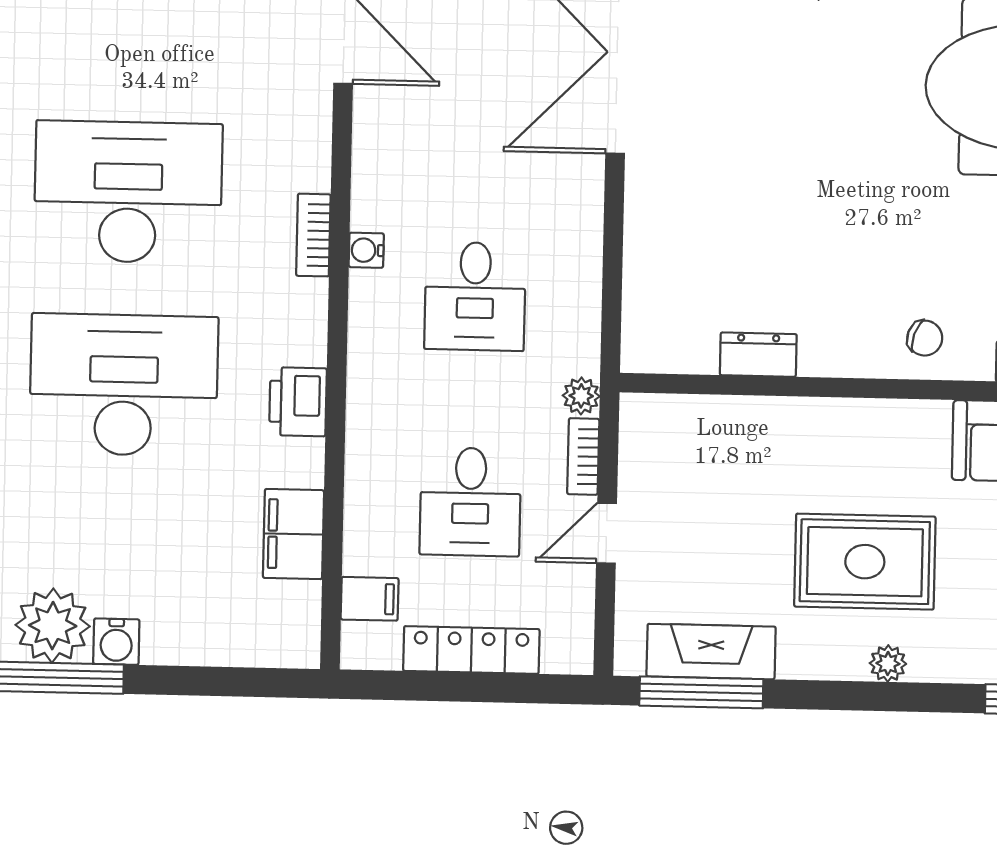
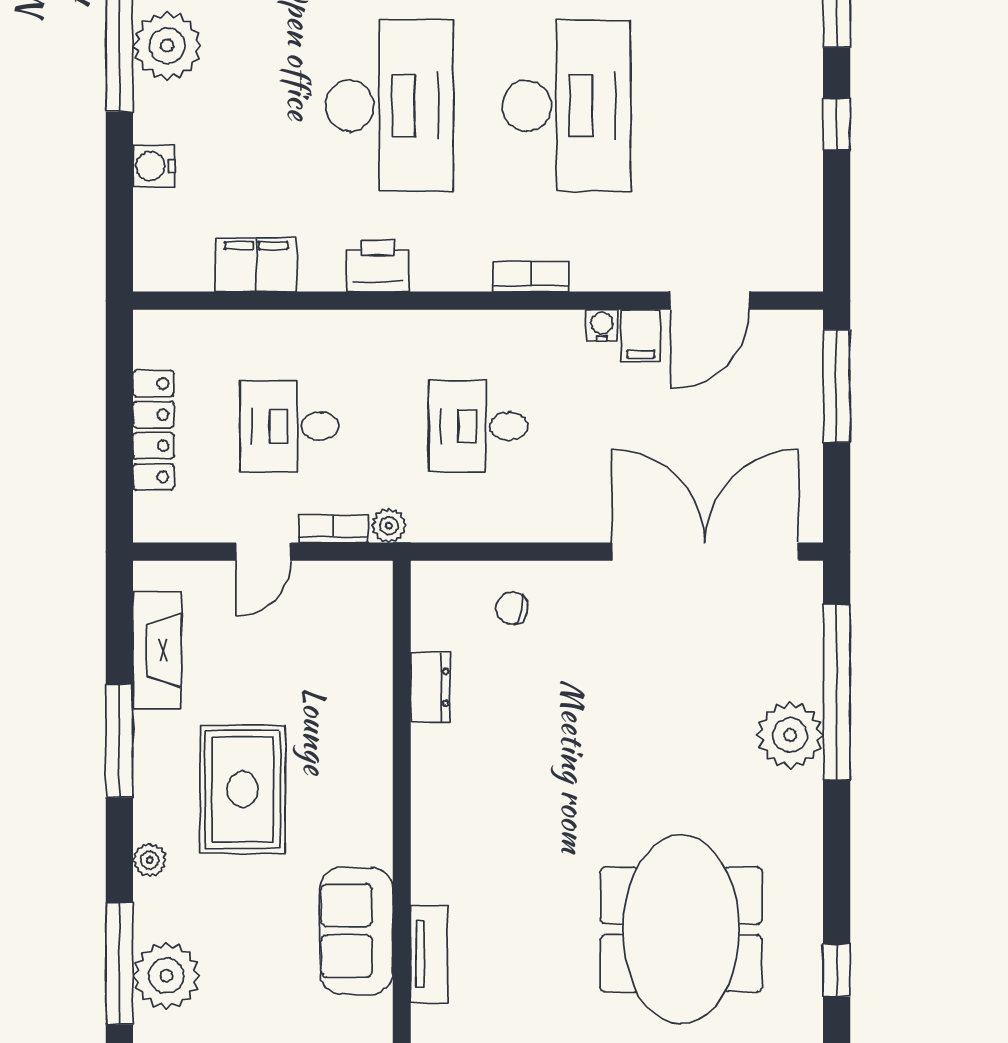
water cooler: (366, 250) -> (602, 325), moved
chair: (925, 338) -> (512, 608), moved, turned 85
door: (606, 533) -> (263, 552), swing flipped
filing cabinet: (370, 599) -> (641, 336), moved
water cooler: (116, 642) -> (154, 166), moved
plant: (888, 664) -> (150, 860), moved
window: (701, 692) -> (119, 741), moved

